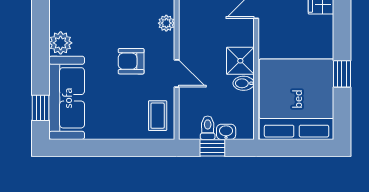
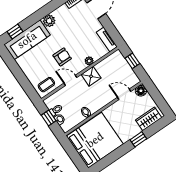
armchair: (131, 61) -> (62, 57), turned 90
shower: (240, 61) -> (91, 76), moved
door: (177, 73) -> (70, 80), swing flipped
window: (342, 74) -> (138, 139), moved

